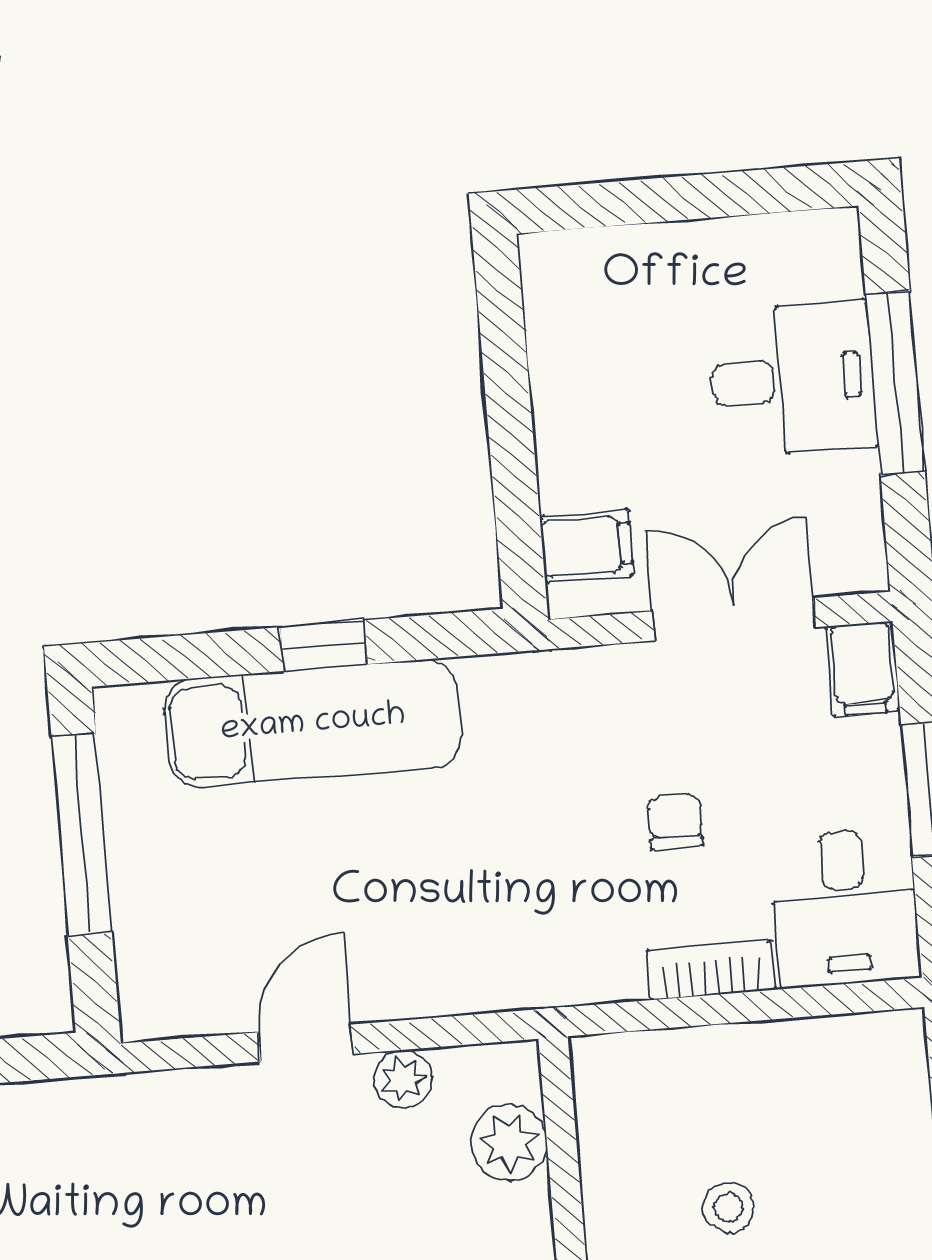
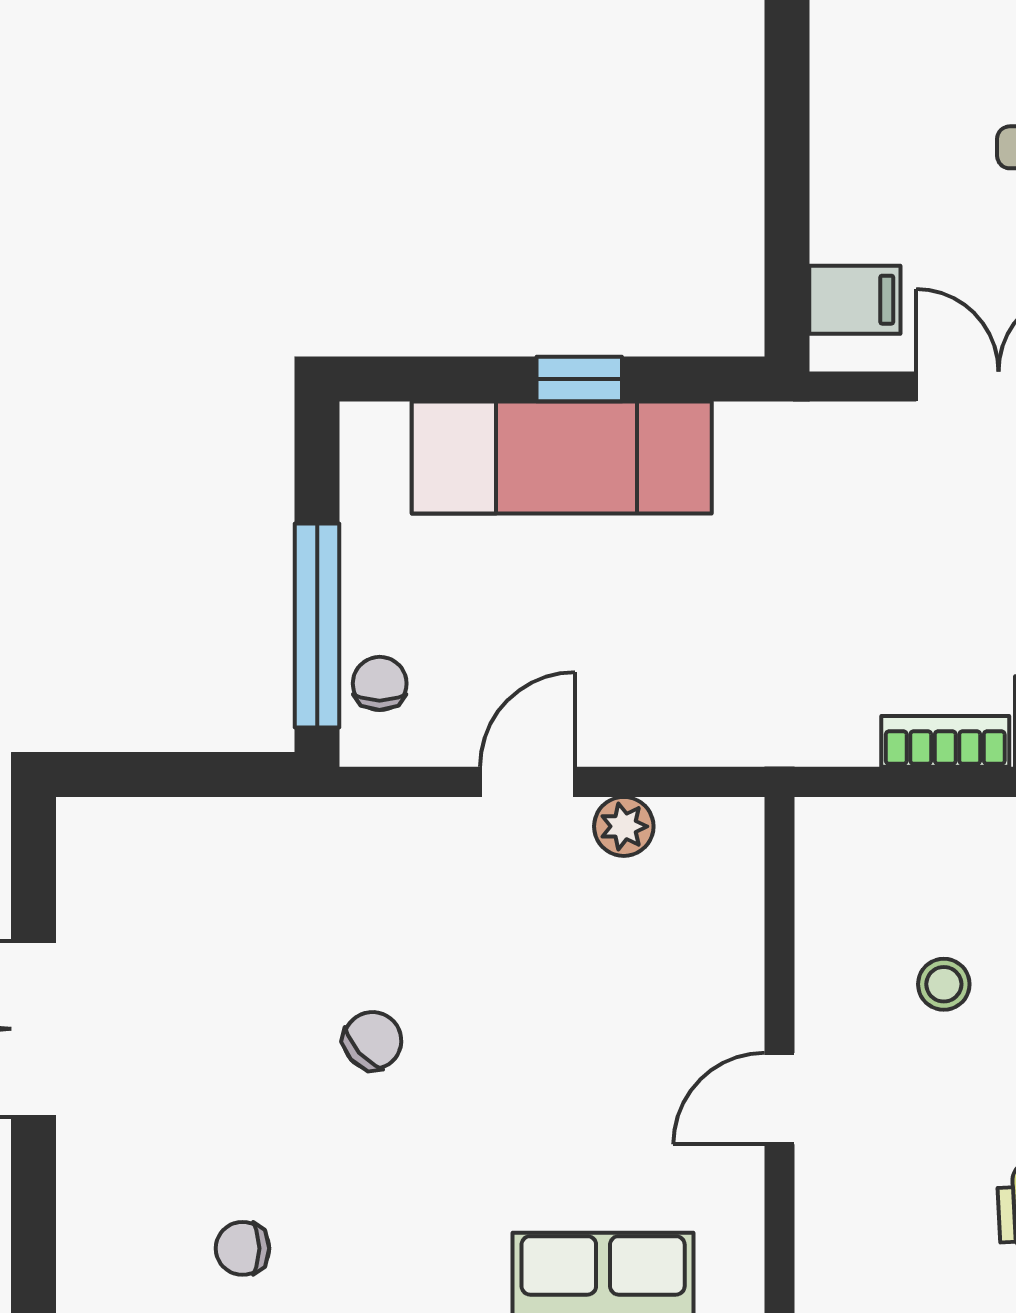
chair: (675, 822) -> (380, 683), moved
window: (82, 835) -> (317, 625), moved
plant: (509, 1143) -> (726, 900), removed

